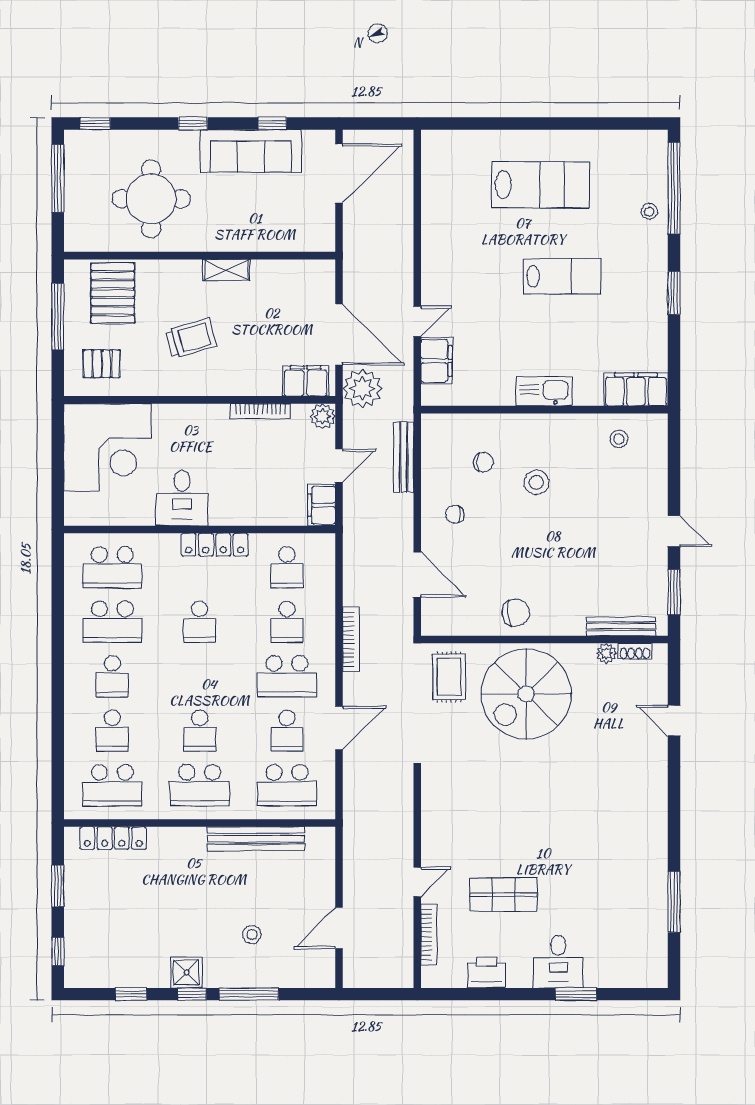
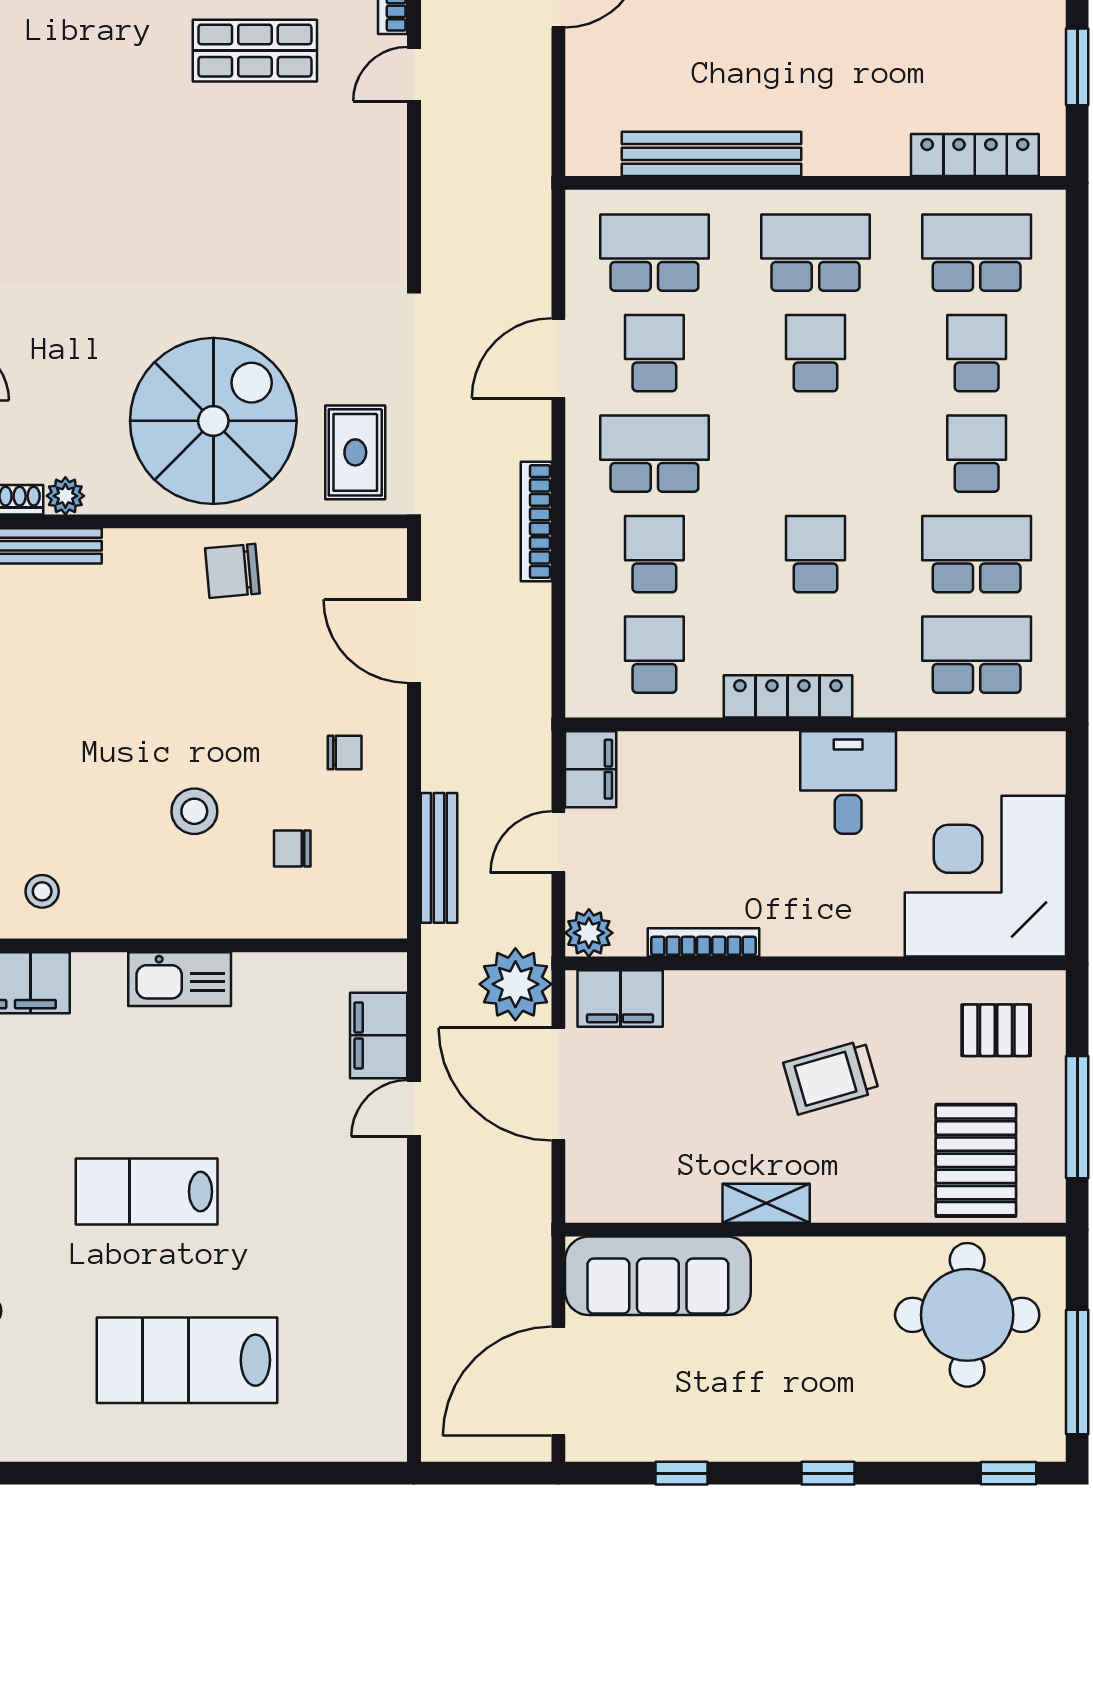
sofa: (251, 151) -> (658, 1276), moved, turned 180
round table: (151, 199) -> (967, 1315), moved

